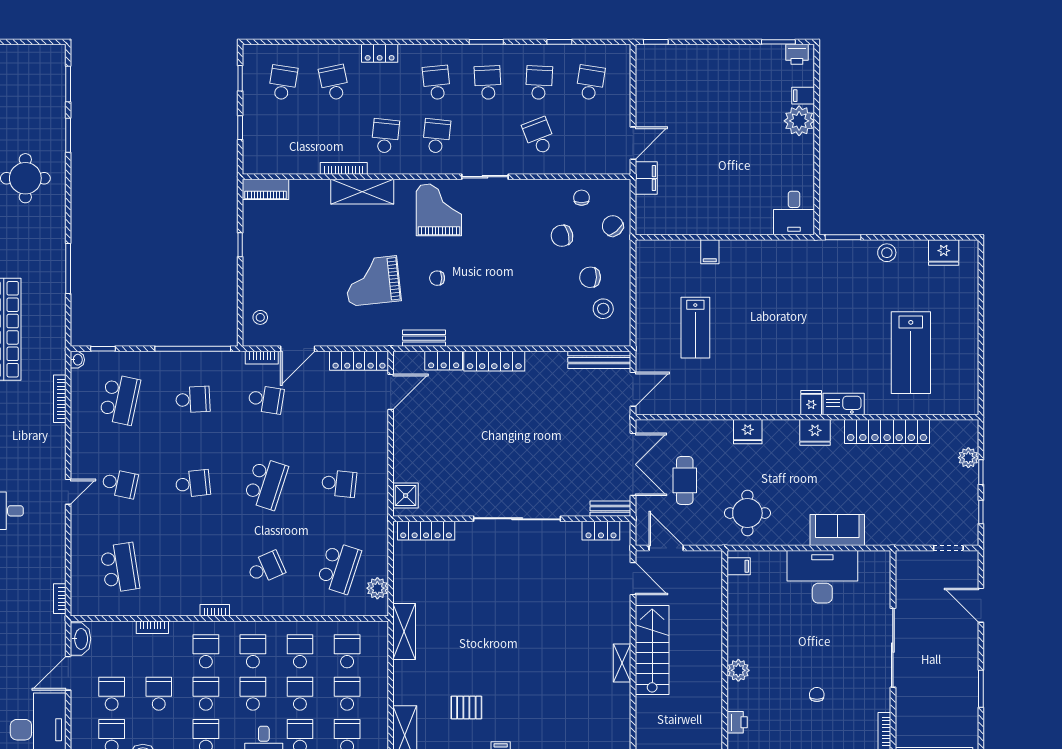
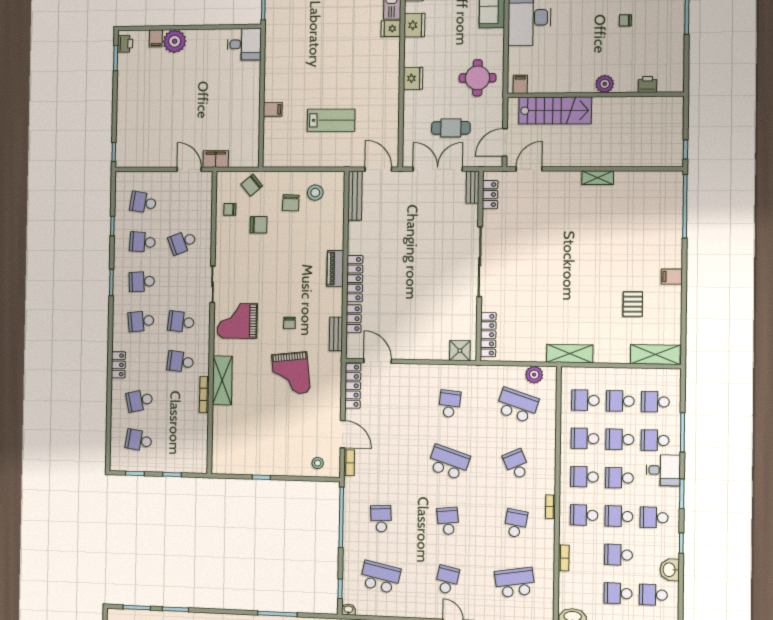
piano: (265, 189) -> (335, 269), moved, turned 180
chair: (562, 236) -> (259, 225), turned -77
school desk: (266, 399) -> (516, 523), moved
stairs: (652, 650) -> (555, 111), moved, turned 180

